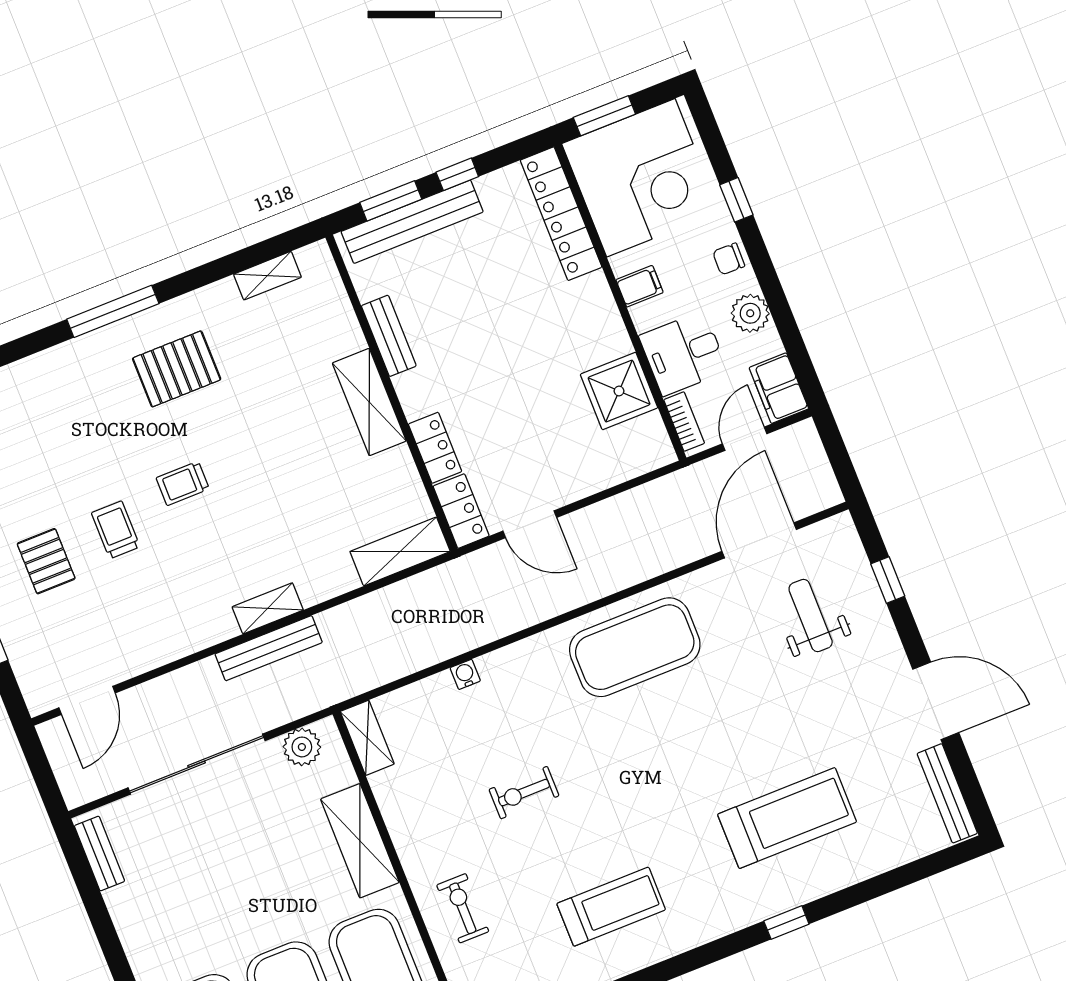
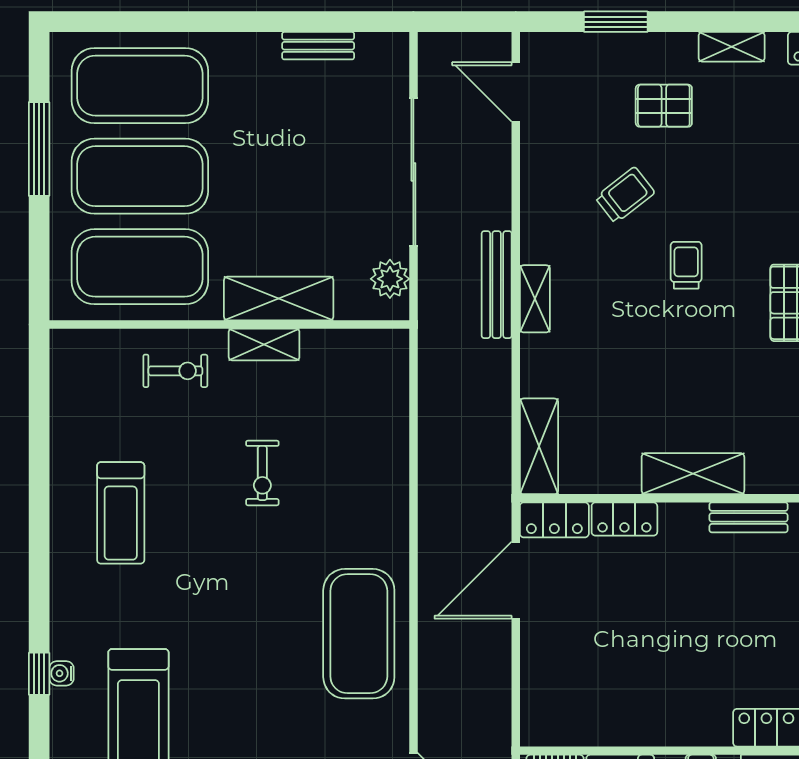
shower: (619, 391) -> (609, 716), removed
door: (530, 524) -> (516, 580), width x1.36
trolley: (116, 530) -> (625, 195), moved, turned -38
water cooler: (465, 674) -> (61, 673), moved, turned 180
shelving: (367, 738) -> (264, 344), moved
exercise bike: (524, 793) -> (262, 473), turned 180
bench: (99, 854) -> (318, 46), moved

